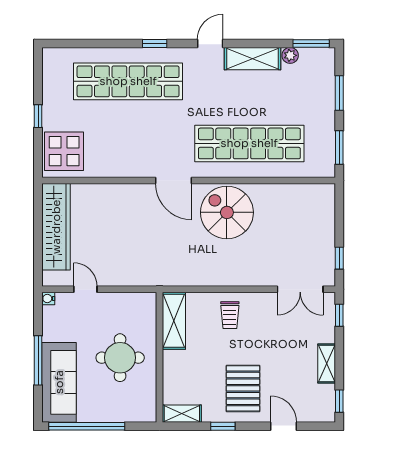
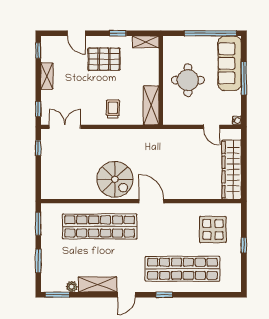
display table: (64, 151) -> (213, 230), moved
pallet: (243, 388) -> (104, 59), turned 90

